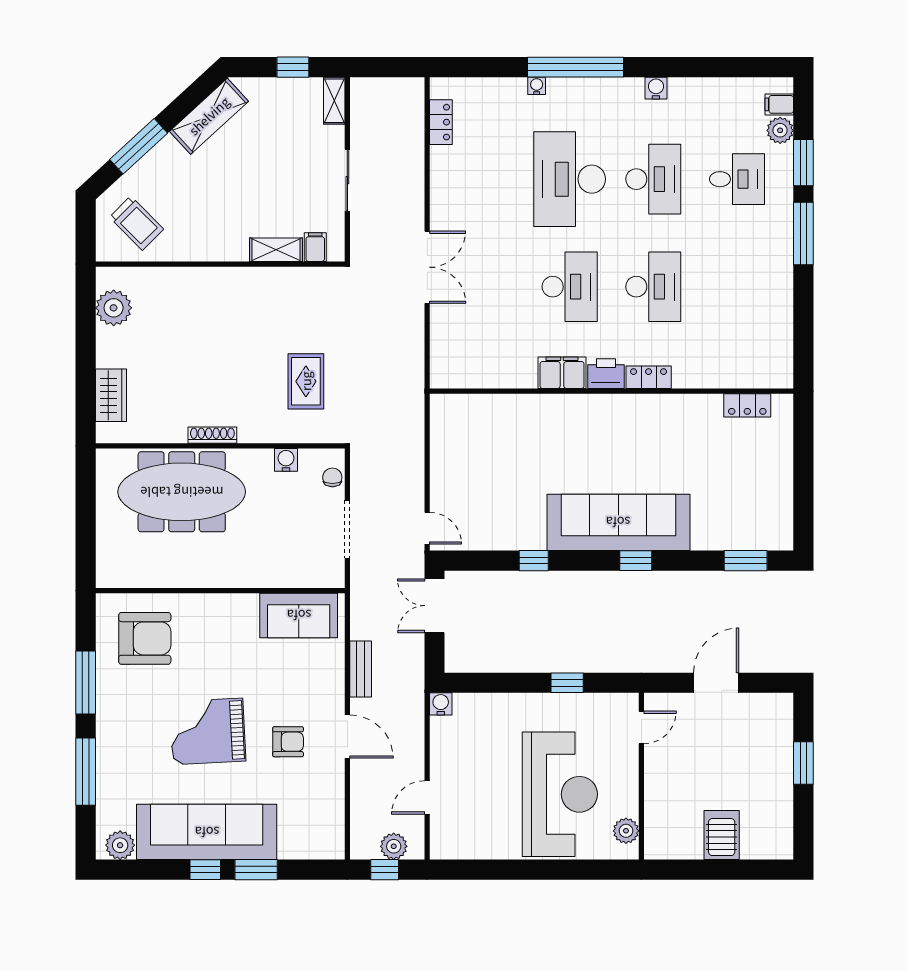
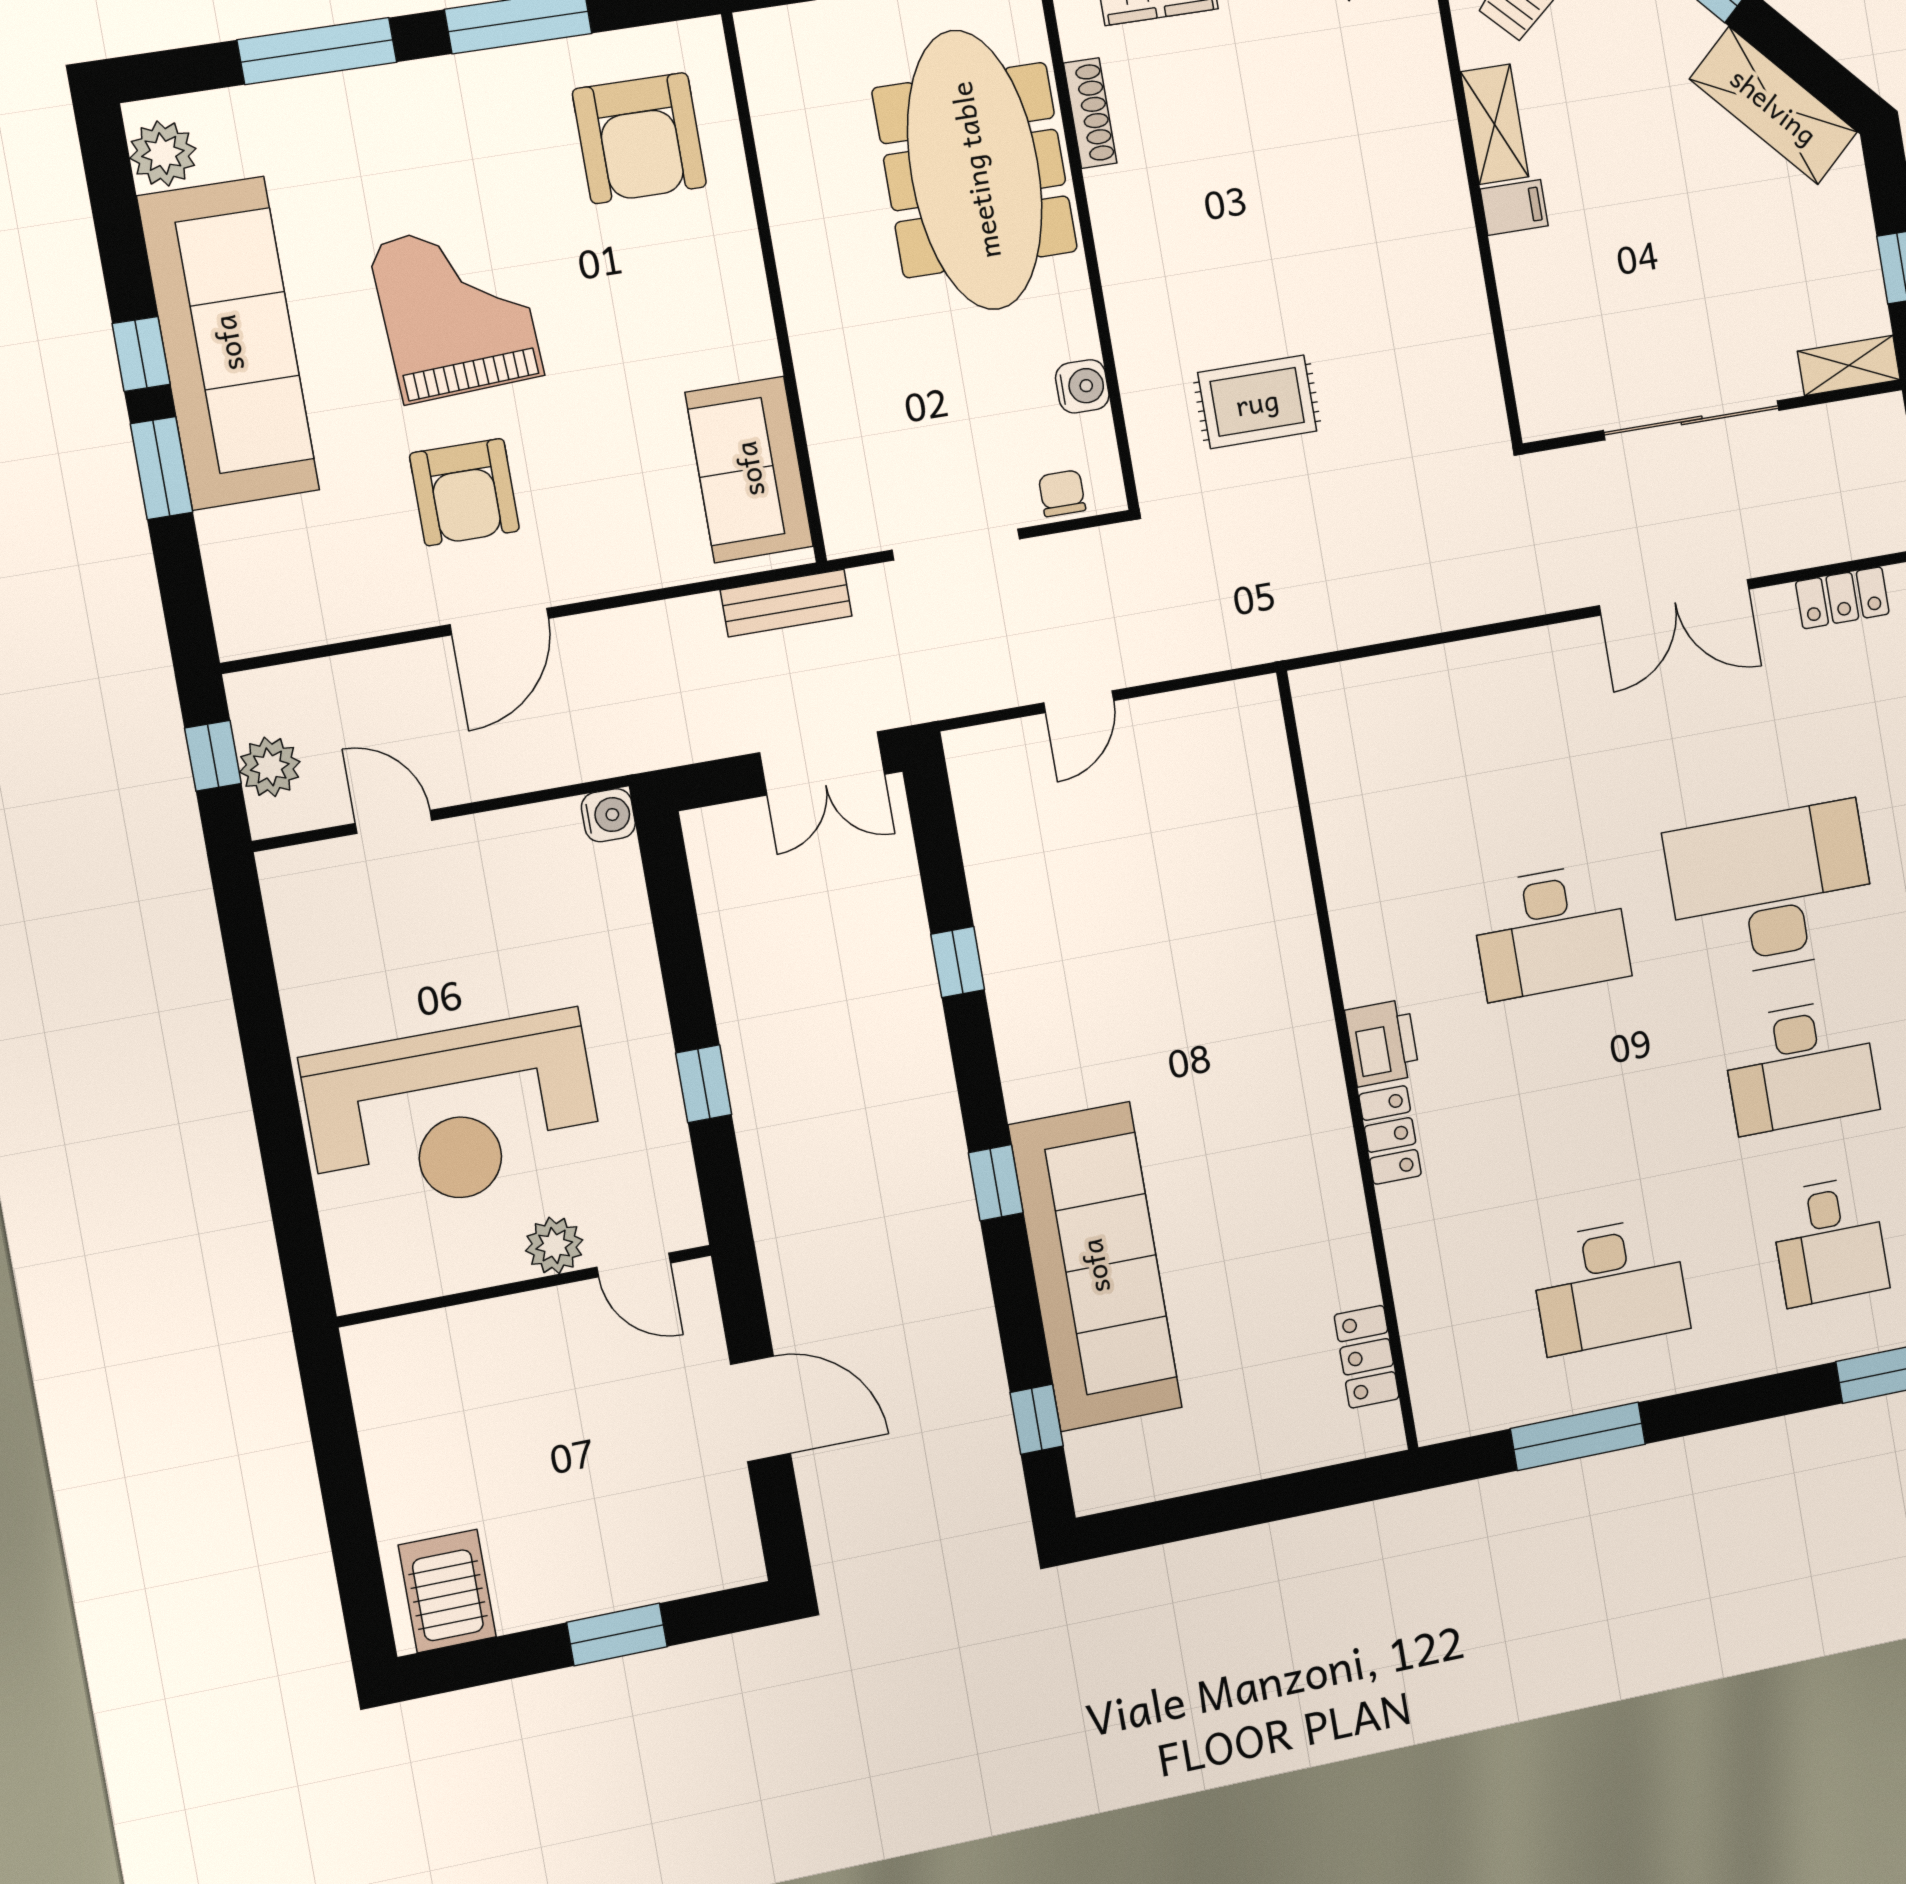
sliding door: (347, 180) -> (1692, 420), width x1.37
window: (803, 234) -> (1578, 1436), moved
filing cabinet: (315, 247) -> (1514, 207), moved
shelving: (276, 250) -> (1495, 124), moved
double door: (427, 267) -> (1674, 597), moved
desk: (653, 287) -> (1610, 1285), moved
filing cabinet: (562, 373) -> (1368, 948), removed
shoe rack: (212, 435) -> (1090, 113), moved
chair: (332, 477) -> (1062, 493), turned -90
sofa: (618, 522) -> (1095, 1266), moved
door: (427, 528) -> (1079, 702), moved
window: (746, 561) -> (1037, 1419), width x0.67
double door: (435, 606) -> (822, 764), swing flipped
bench: (361, 669) -> (786, 603), moved
armchair: (288, 742) -> (464, 492), width x1.38, depth x1.38
plant: (626, 831) -> (554, 1245), moved
server rack: (722, 835) -> (447, 1591), moved, turned -90

